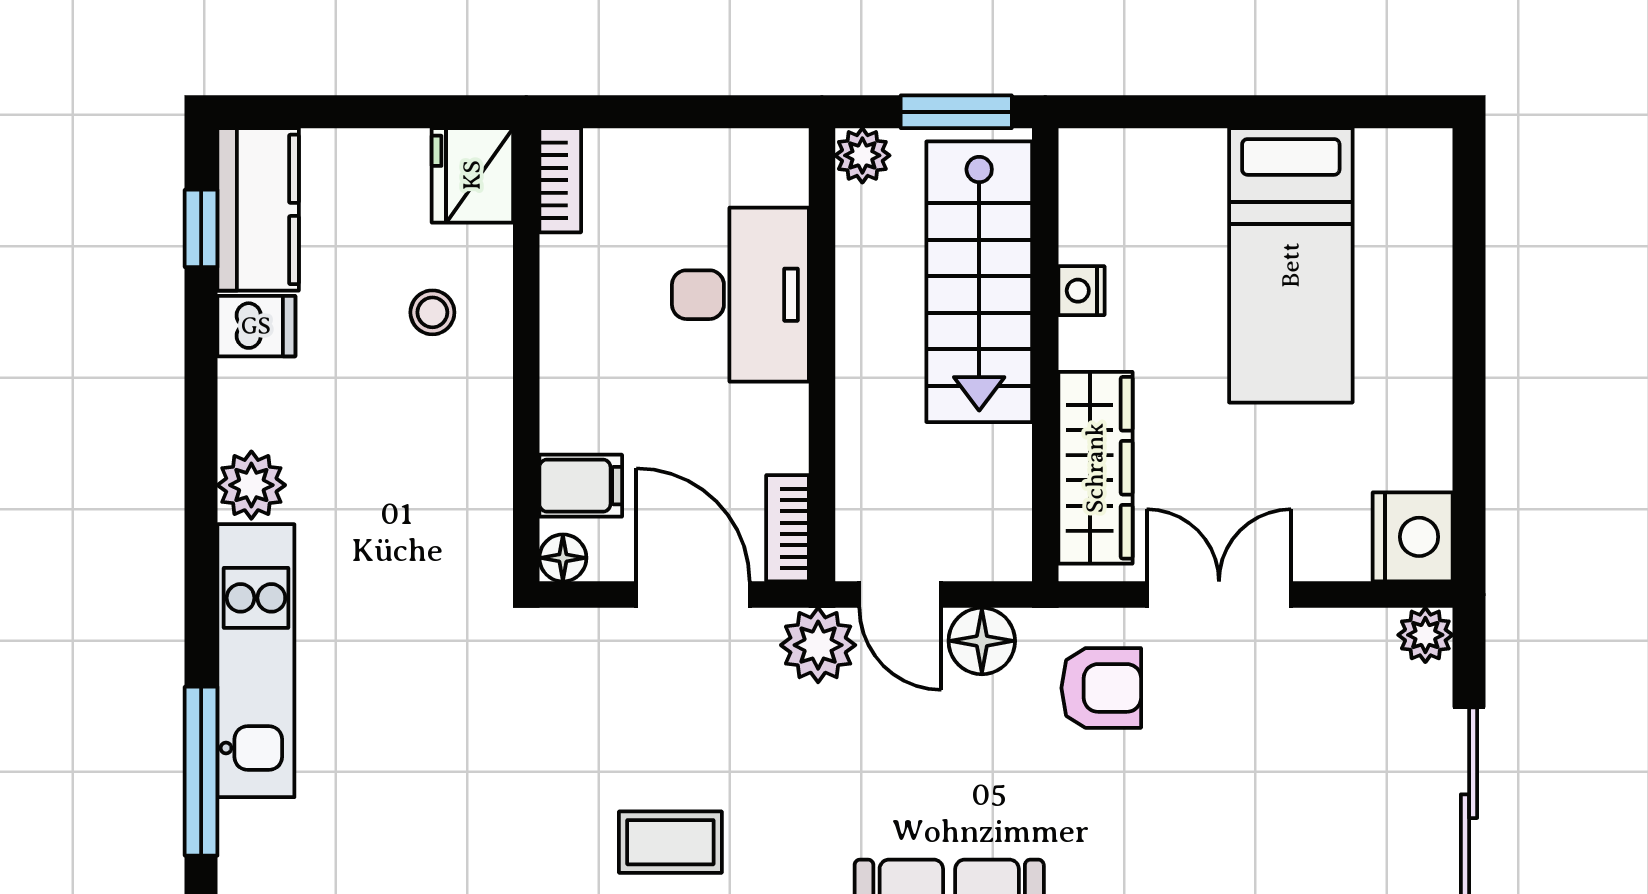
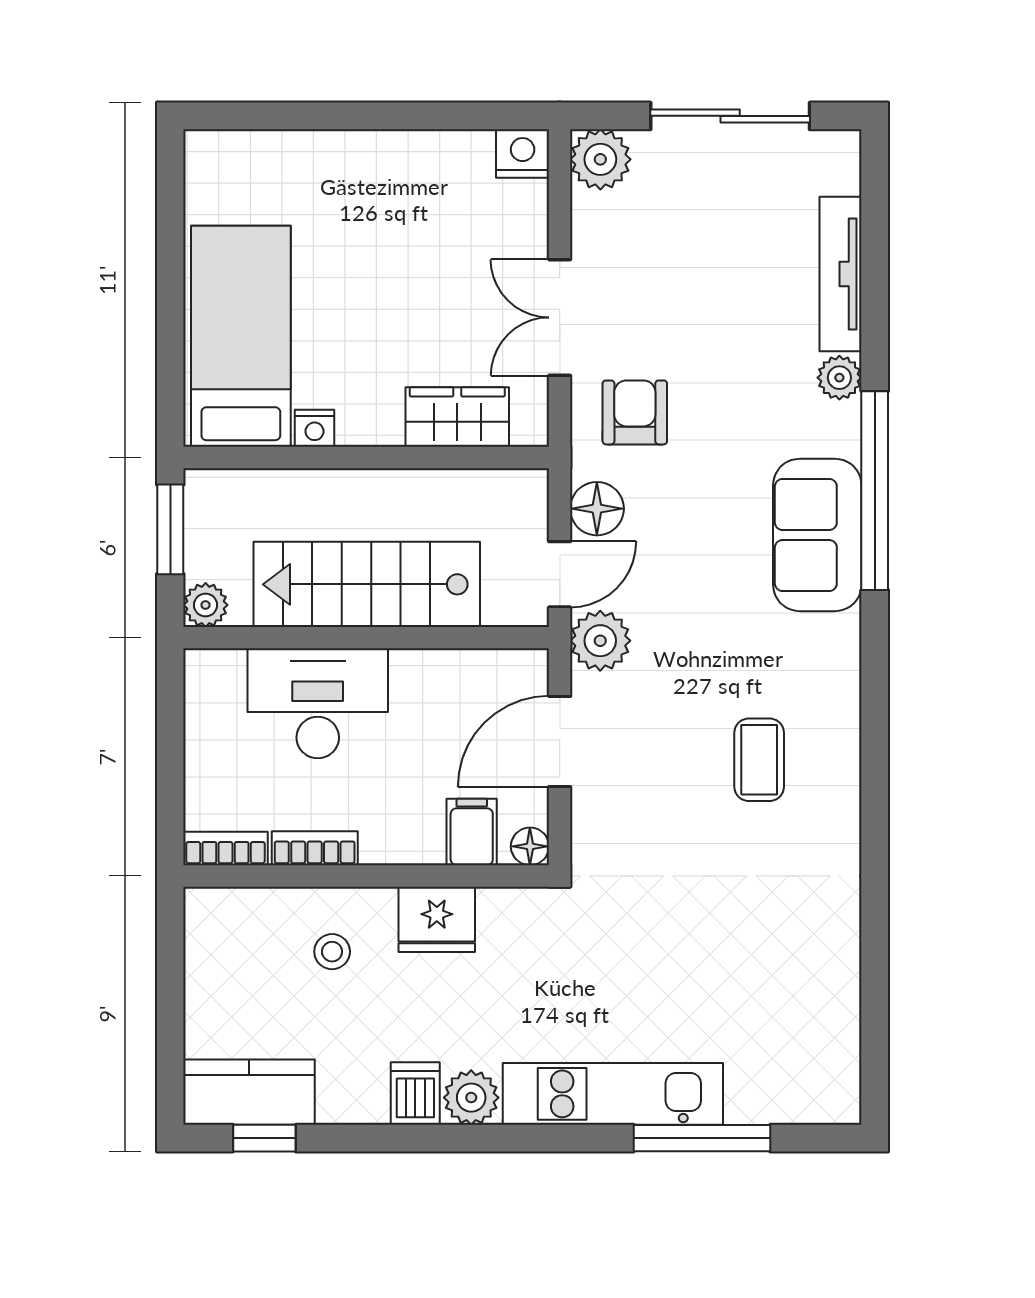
fridge: (472, 175) -> (437, 919), moved
bed: (1291, 265) -> (241, 336), moved, turned -90
stairs: (979, 282) -> (367, 584), moved, turned 180
dishwasher: (256, 326) -> (415, 1094), moved
wardrobe: (1095, 468) -> (457, 417), width x0.67
bookcase: (787, 528) -> (315, 848), moved, turned 180
nightstand: (1413, 537) -> (523, 153), width x0.74, depth x0.75
plant: (1425, 635) -> (600, 159), width x1.38, depth x1.38

